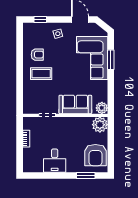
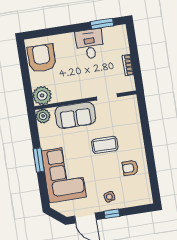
window: (40, 20) -> (112, 214), moved
window: (111, 60) -> (39, 160), moved
coffee table: (41, 74) -> (105, 145), moved
window: (86, 176) -> (102, 24), moved

